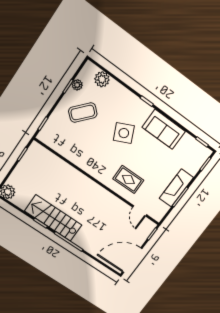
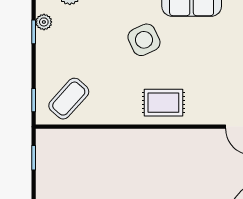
coffee table: (83, 113) -> (69, 99), moved
rug: (128, 180) -> (163, 103), moved

